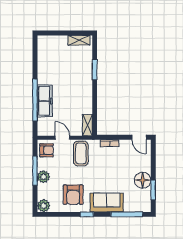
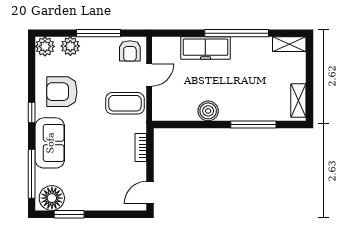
window: (95, 70) -> (253, 125), width x1.44
boiler: (86, 99) -> (208, 111), added
window: (35, 100) -> (237, 33), moved
shelving: (87, 125) -> (289, 44), moved
plant: (43, 177) -> (70, 46), moved
floor lamp: (143, 180) -> (52, 198), moved

